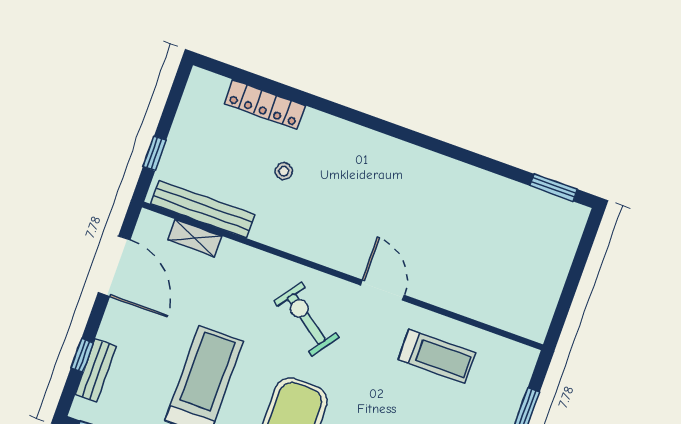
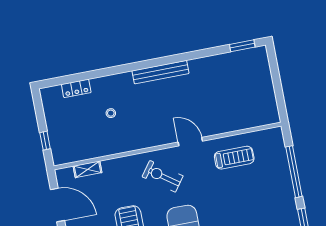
locker: (265, 104) -> (76, 88), width x0.66
bench: (203, 209) -> (160, 72), moved

